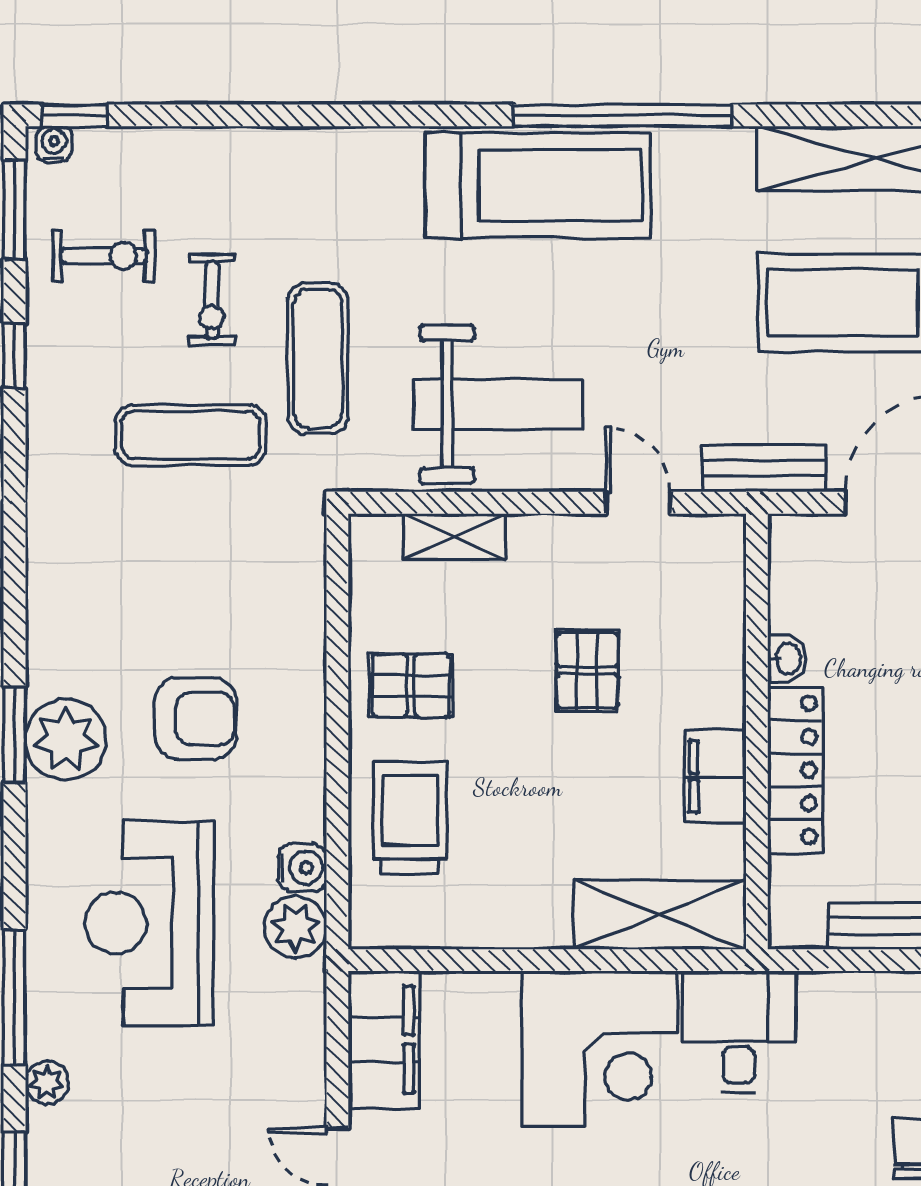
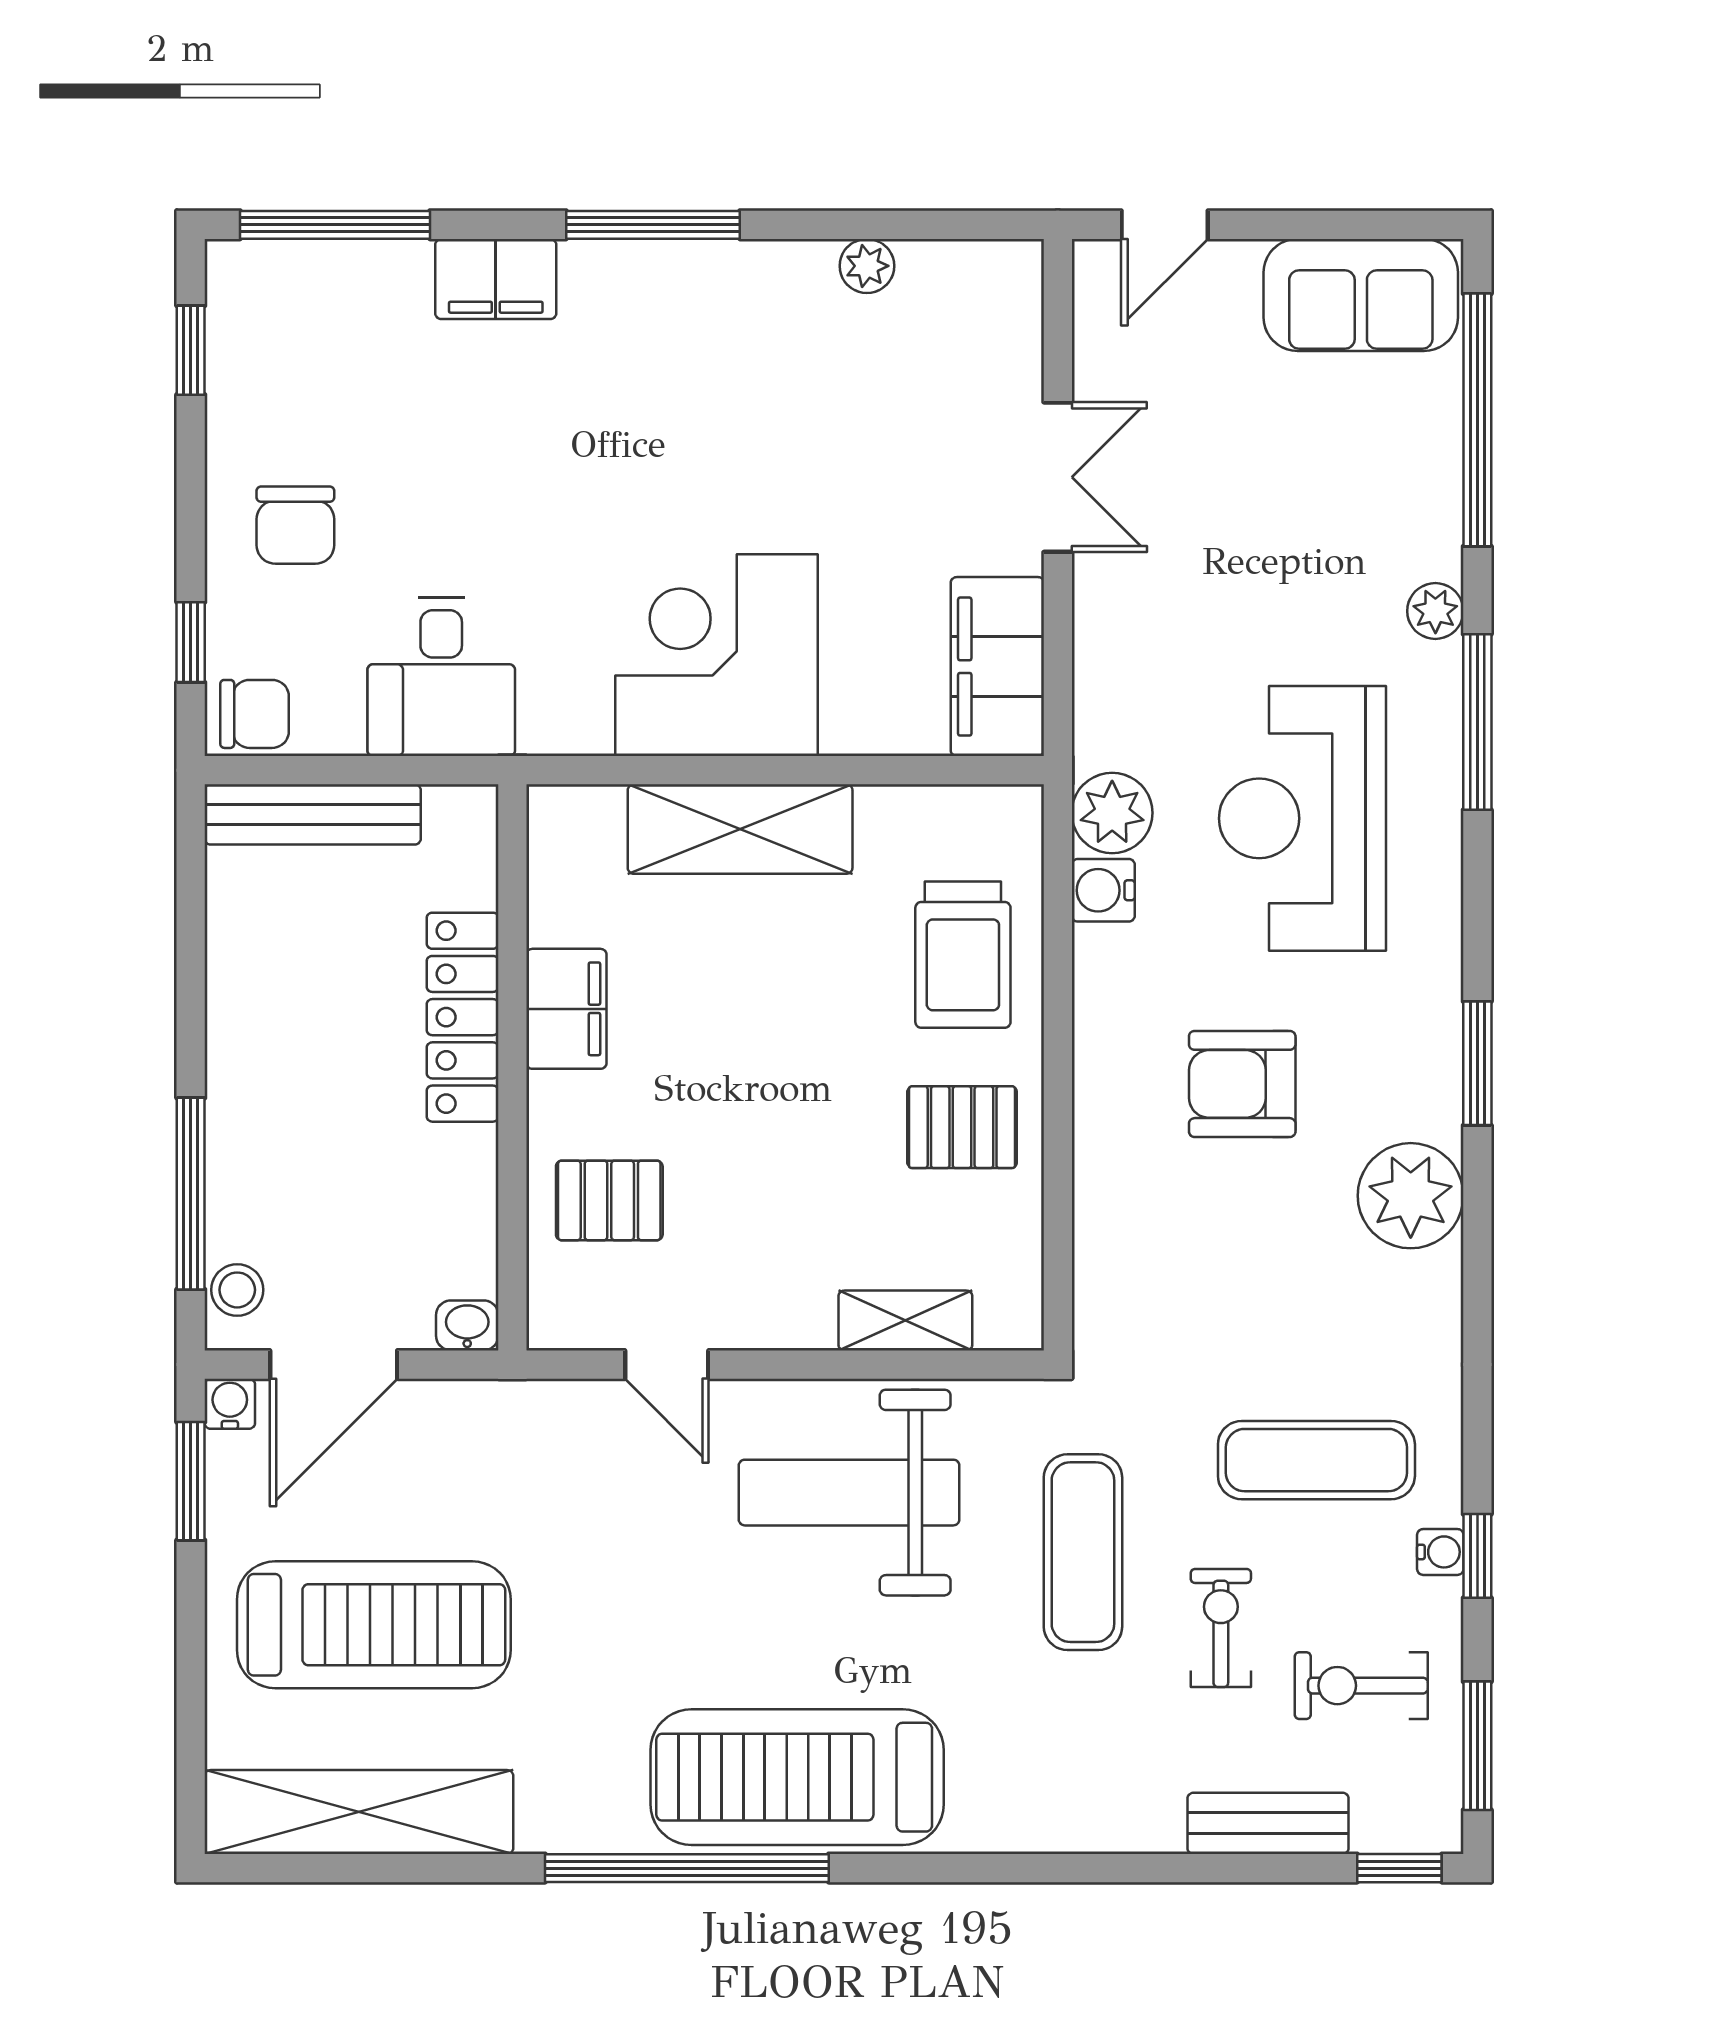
water cooler: (54, 144) -> (1440, 1552), moved, turned -90
exercise mat: (190, 435) -> (1316, 1460), moved
bench: (764, 468) -> (1268, 1823), moved
washbasin: (787, 659) -> (467, 1325), moved, turned 90
pallet: (587, 670) -> (609, 1200), moved, turned 90
plant: (66, 740) -> (1411, 1196), moved
shelving: (660, 915) -> (740, 829), moved
reception desk: (149, 923) -> (1302, 818), turned 180
desk: (739, 1032) -> (441, 677), moved

